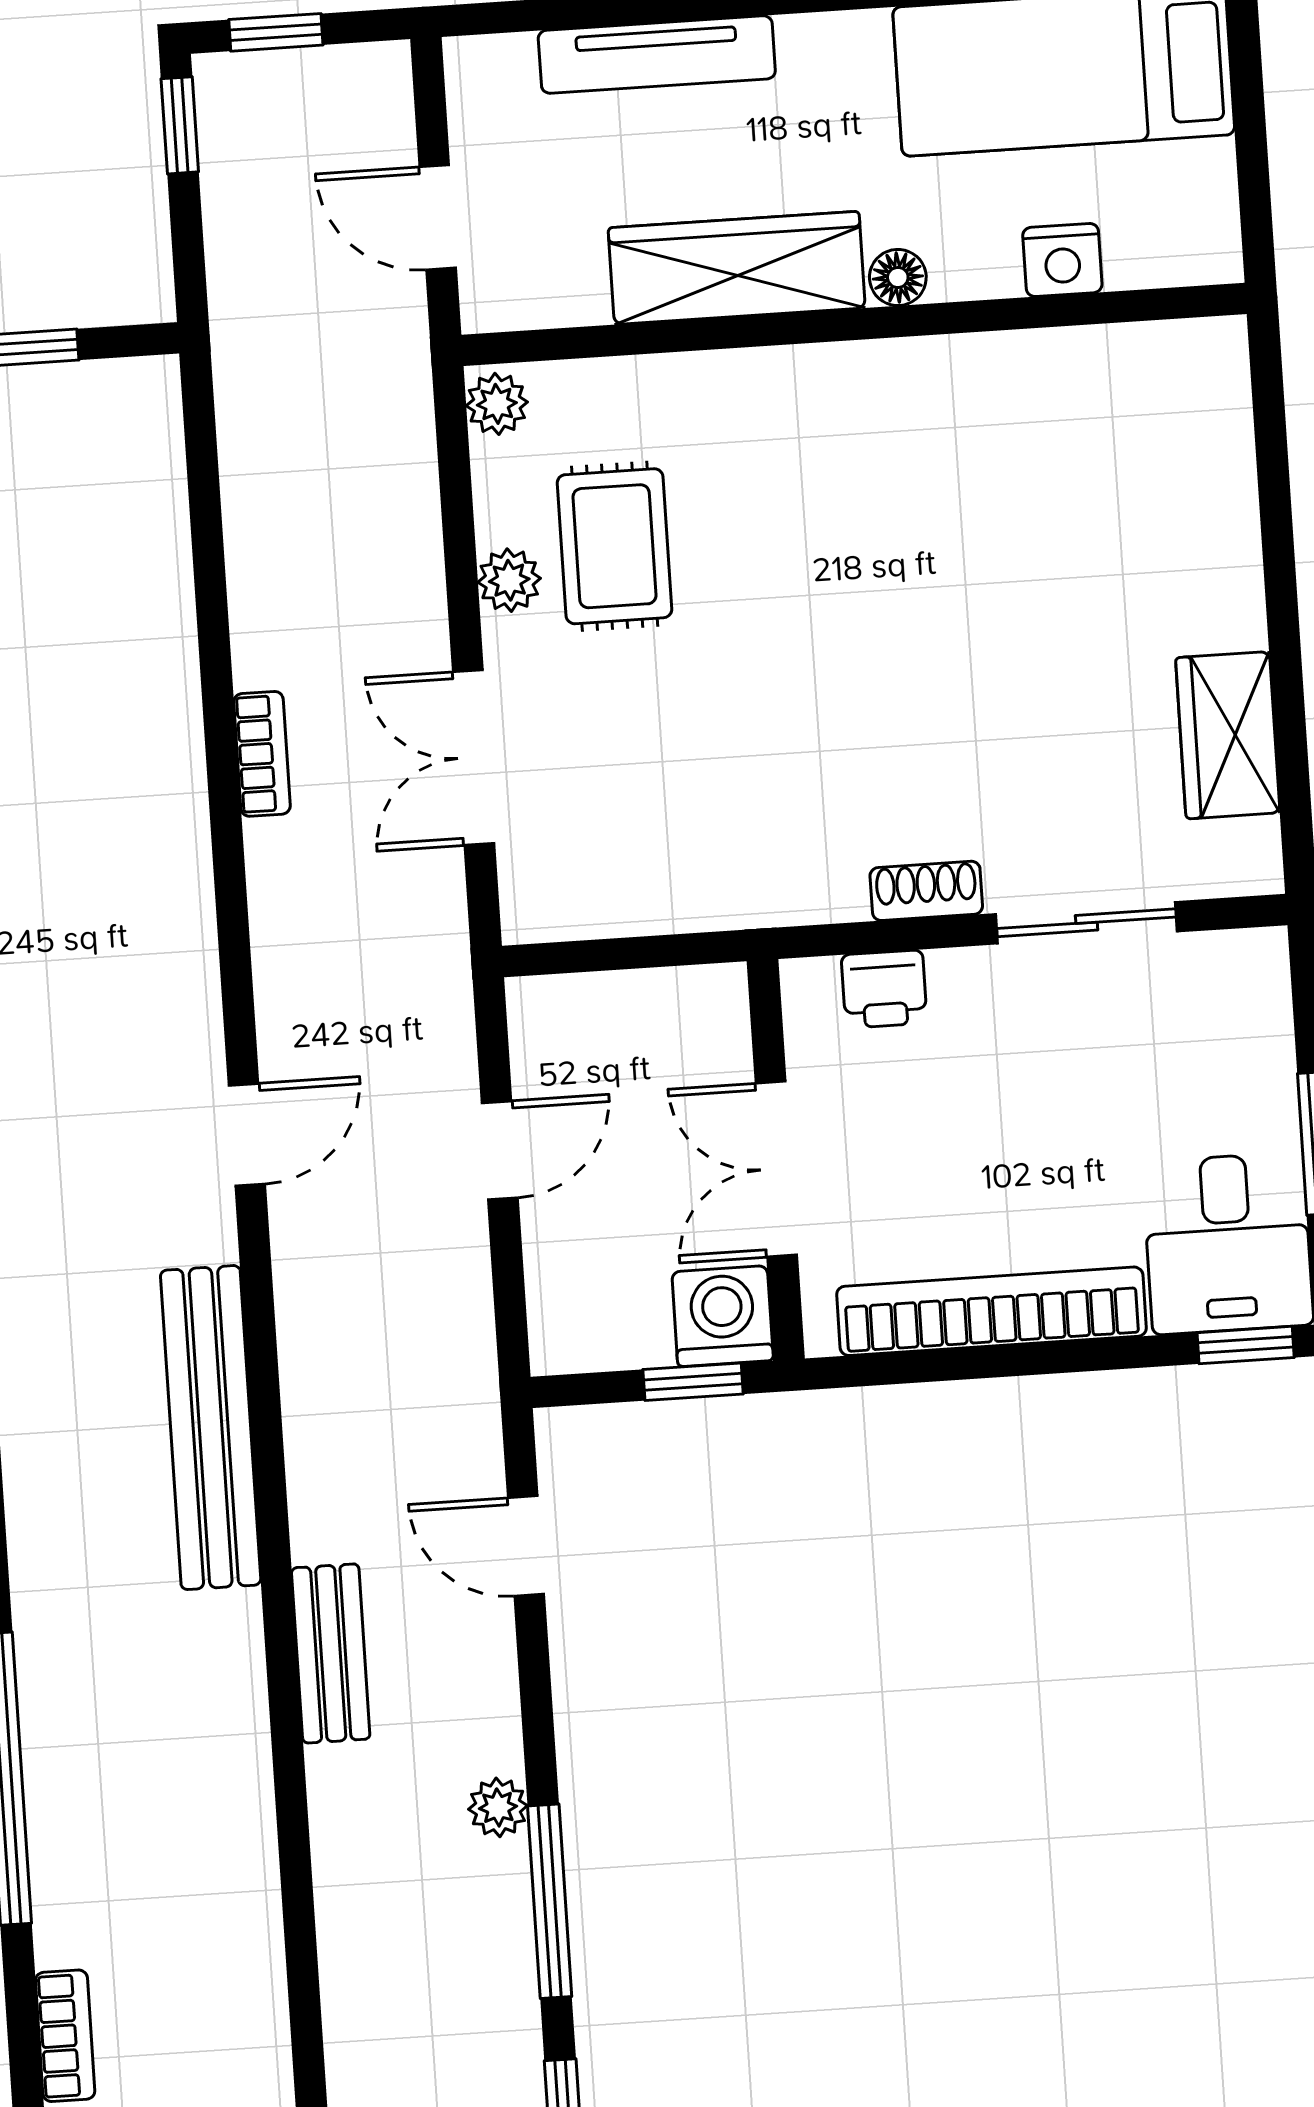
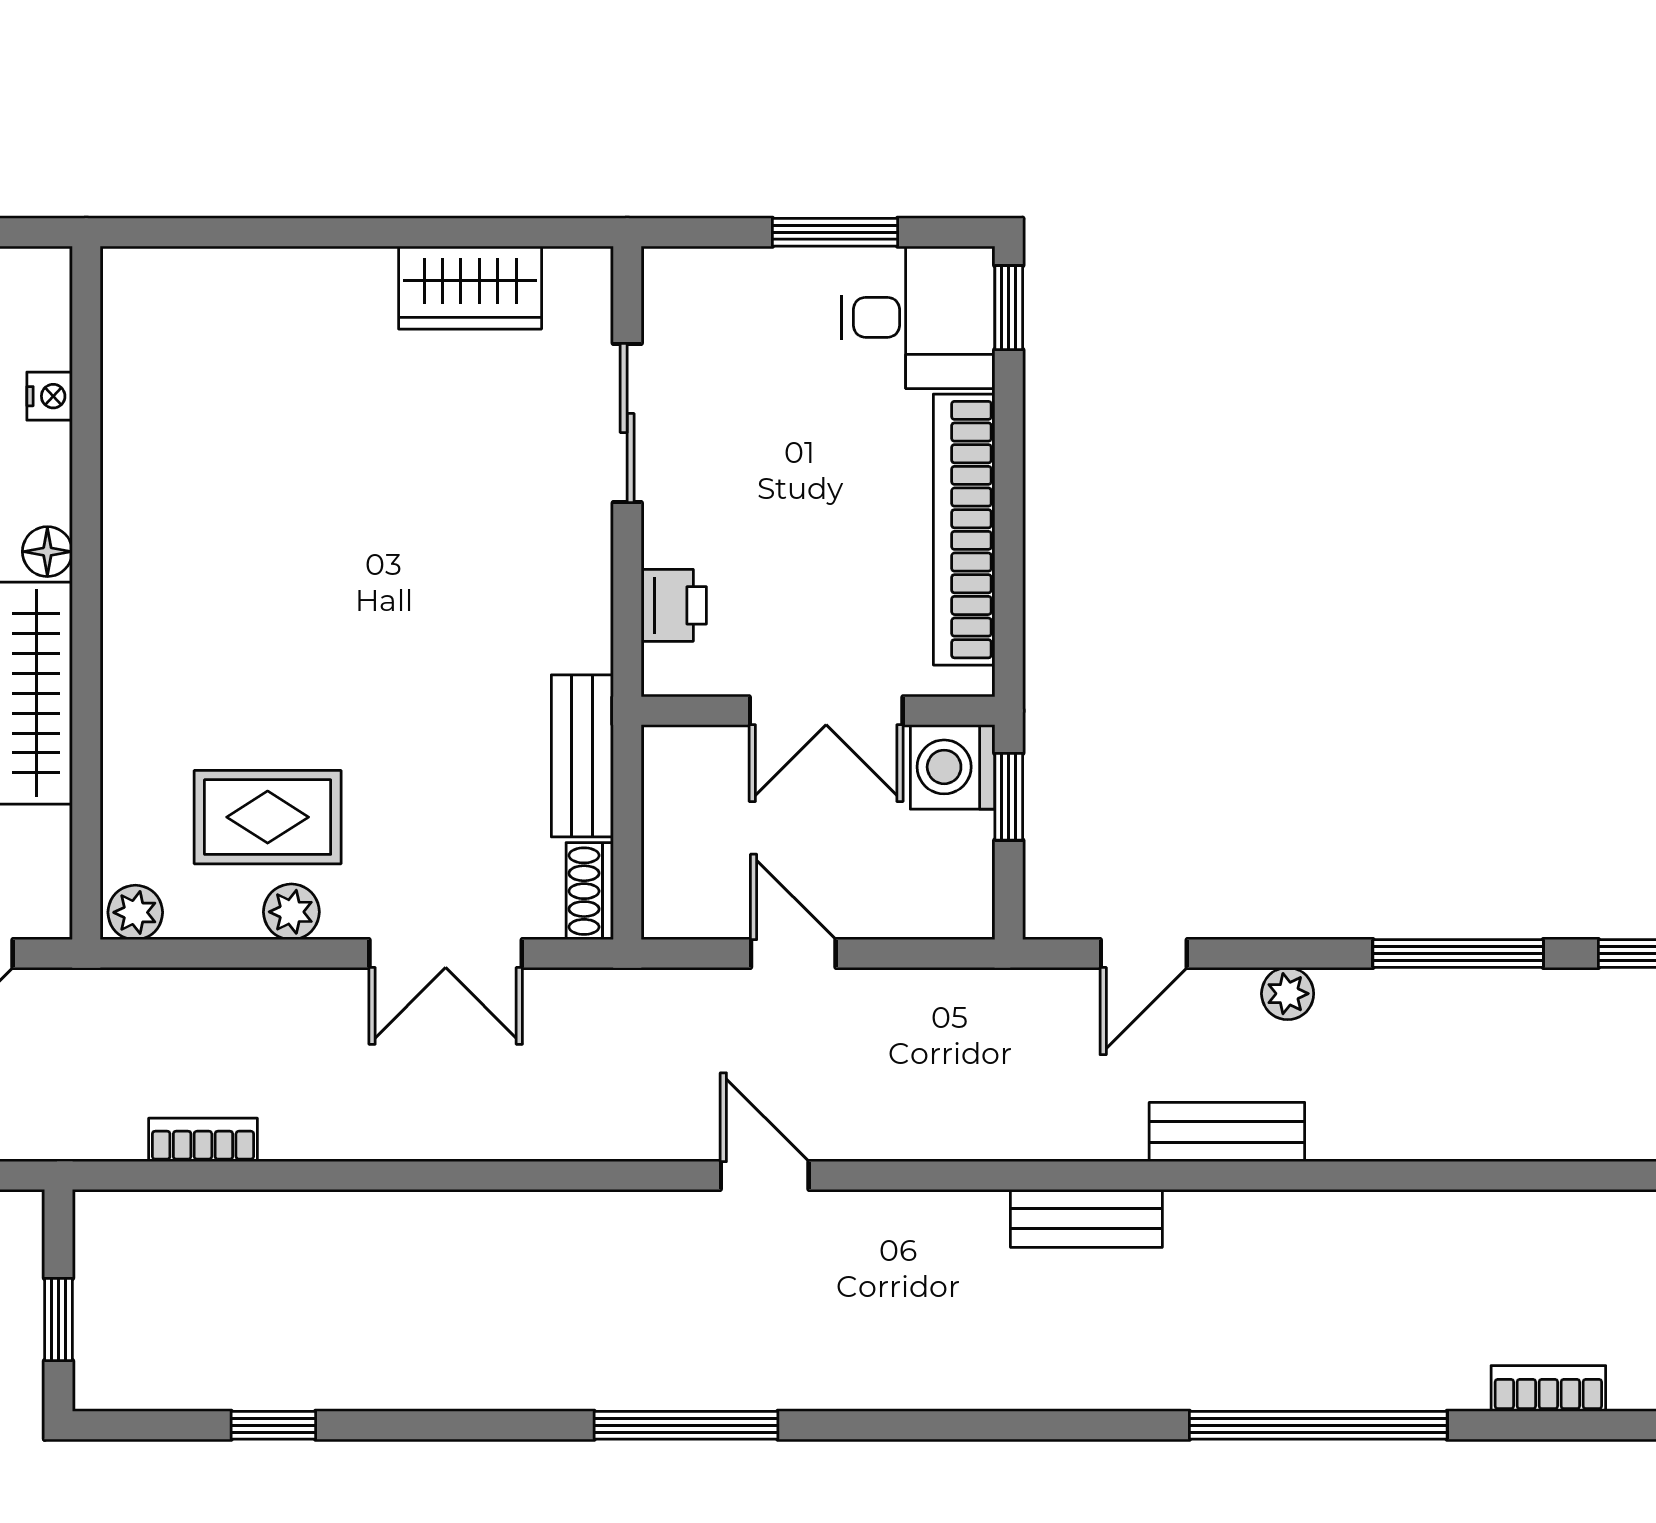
nightstand: (1062, 260) -> (50, 396), width x0.72, depth x0.74
bookcase: (262, 754) -> (203, 1140), moved
shoe rack: (926, 891) -> (590, 891), moved
bench: (707, 897) -> (582, 756), added
bench: (211, 1428) -> (1086, 1218), width x0.54, depth x0.82
plant: (498, 1807) -> (1288, 994), moved

